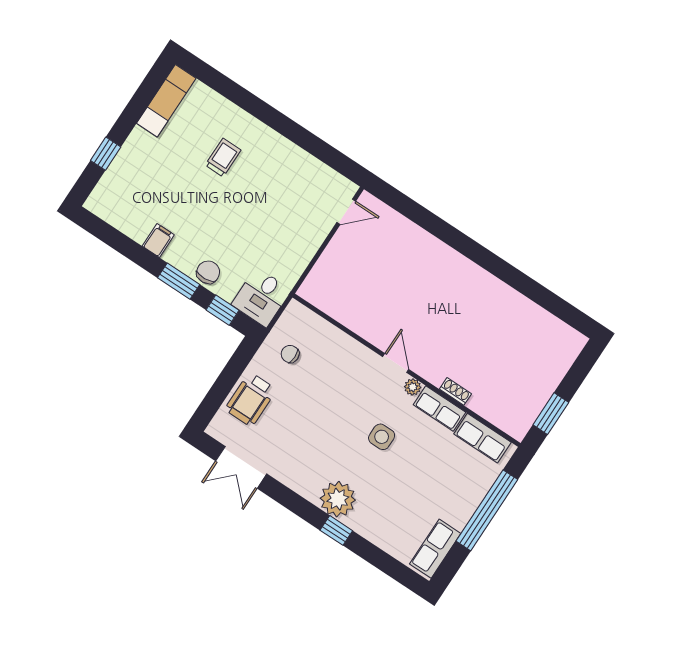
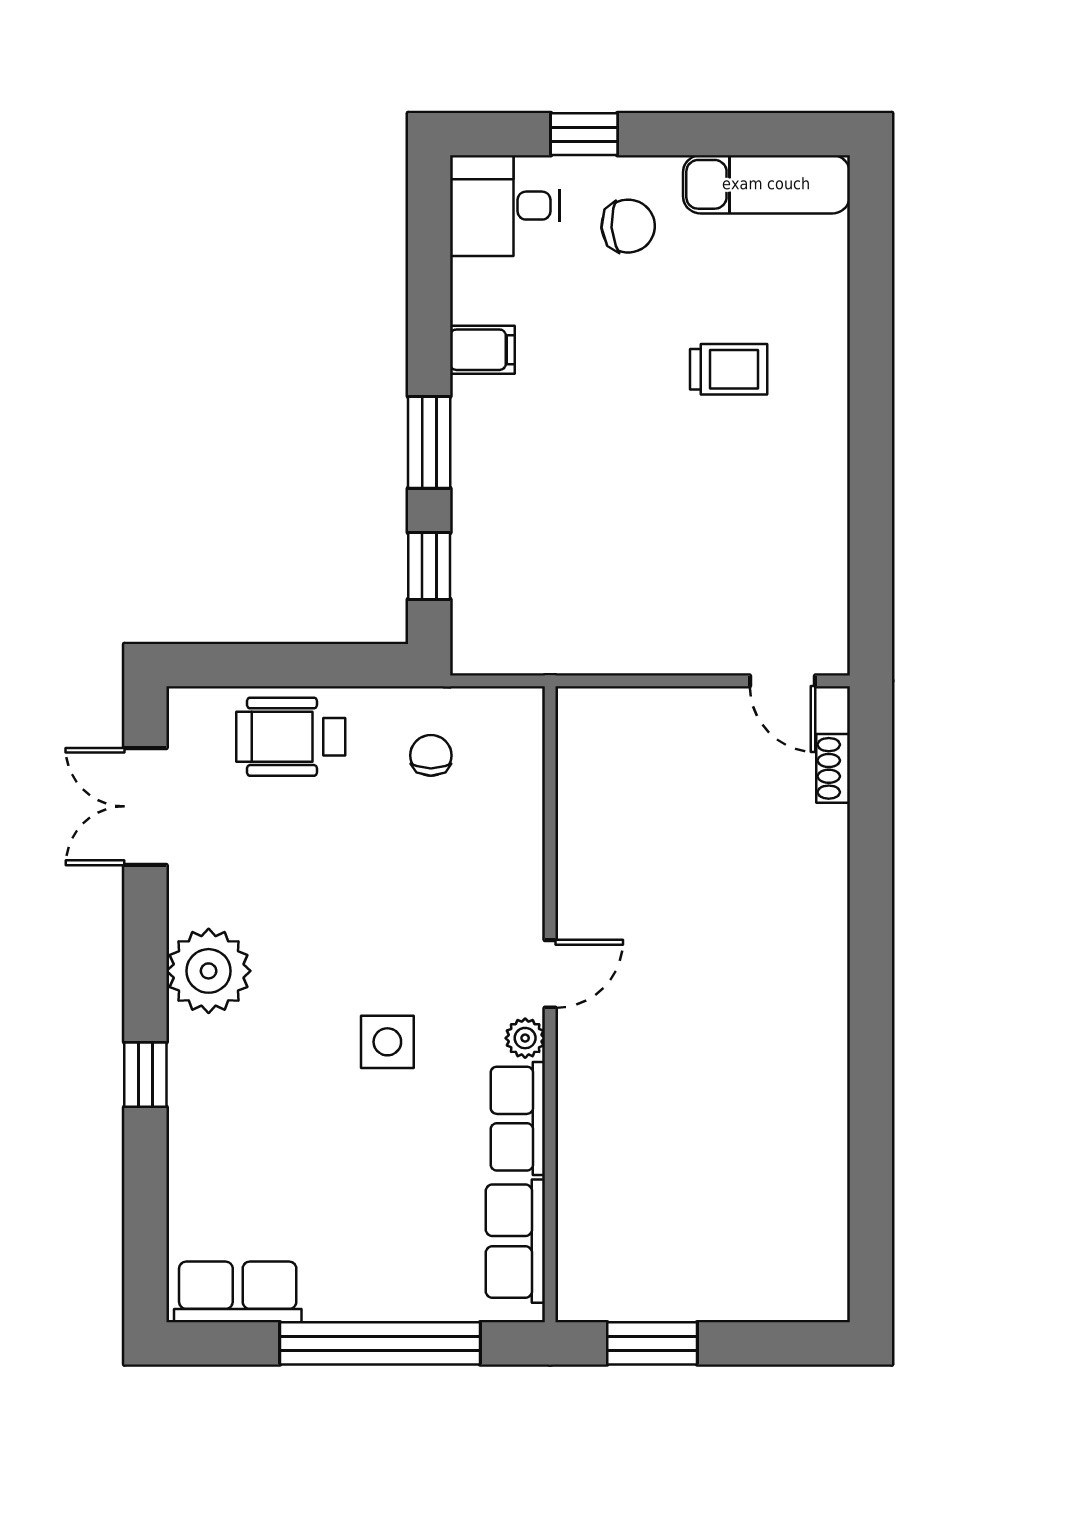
chair: (208, 272) -> (628, 226), moved
desk: (261, 297) -> (505, 206), moved
shoe rack: (455, 391) -> (833, 768), moved, turned 180
plant: (338, 499) -> (209, 971), moved

